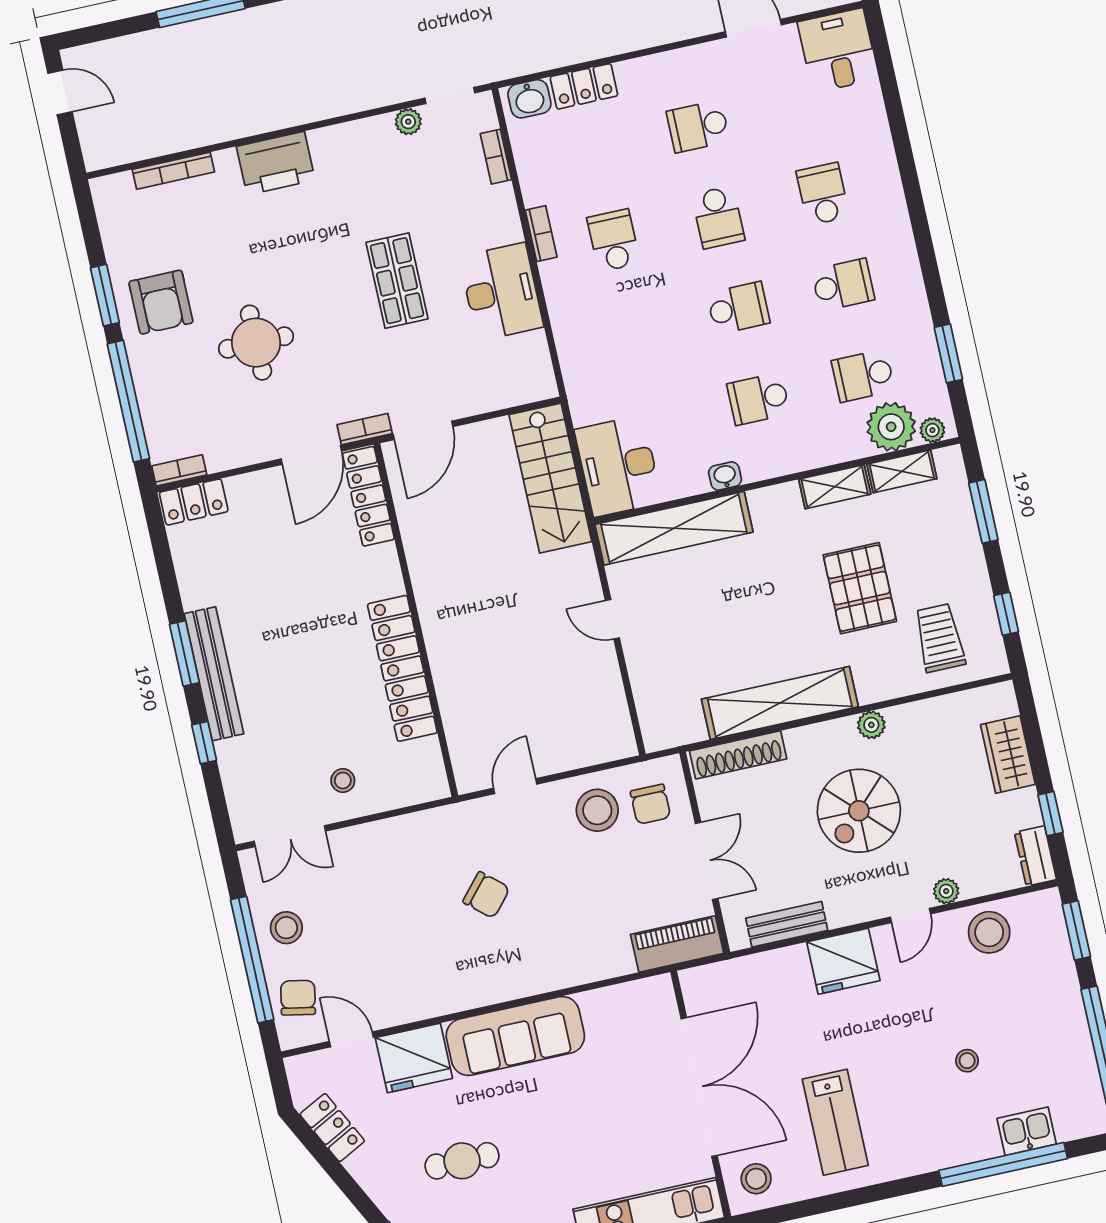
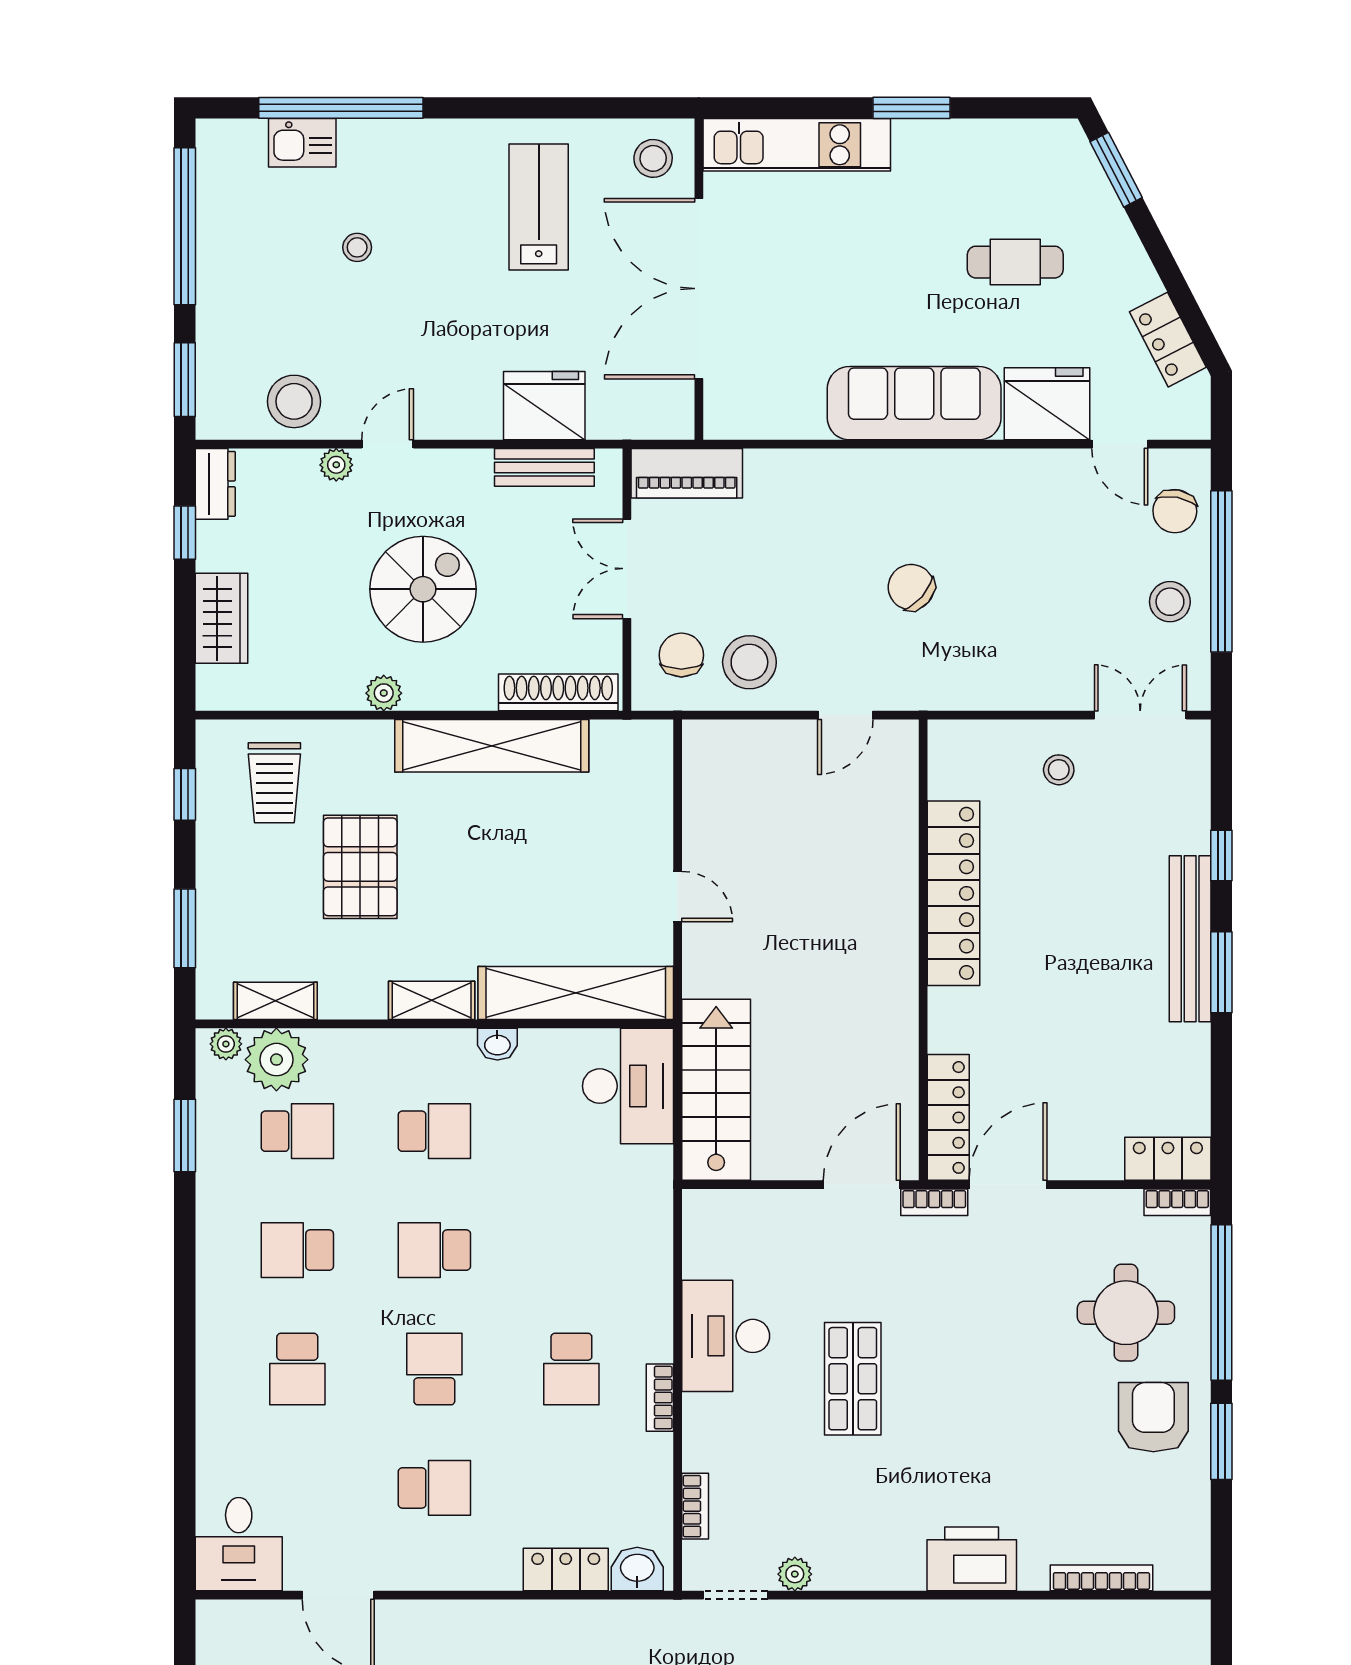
round table: (256, 343) -> (1126, 1313), moved
shelving: (835, 487) -> (432, 1000), moved
fridge: (843, 961) -> (544, 406), moved

